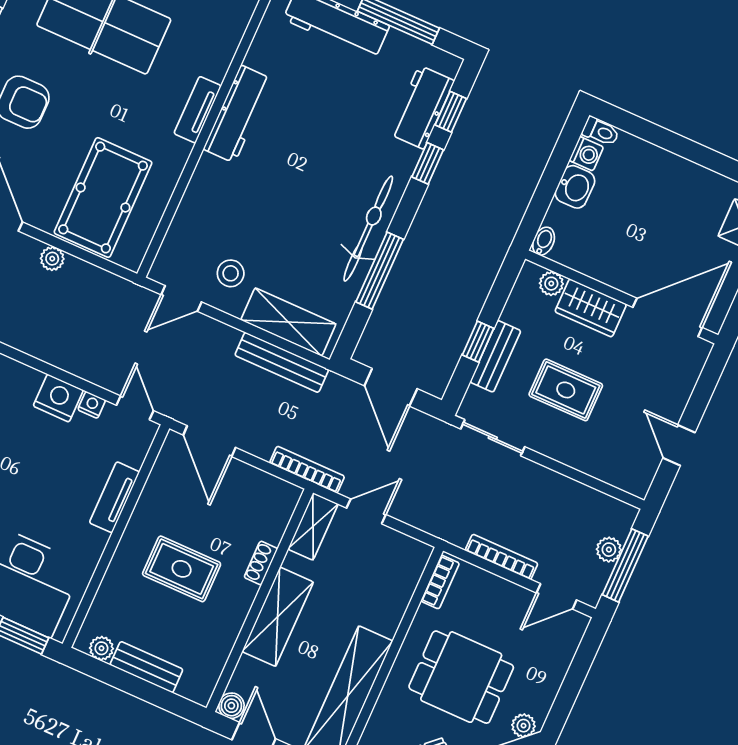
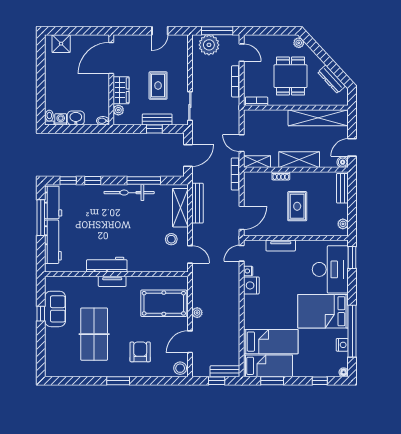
workbench: (422, 107) -> (53, 202), moved, turned -90
door: (667, 317) -> (111, 58), hinge flipped
plant: (609, 550) -> (209, 45), width x1.87, depth x1.87
bench: (146, 667) -> (342, 188), moved

